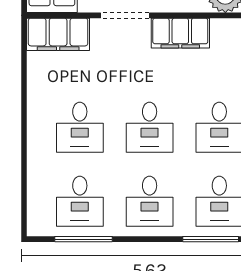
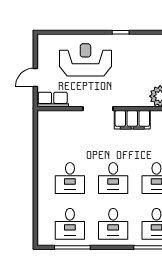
filing cabinet: (58, 34) -> (56, 120), removed

